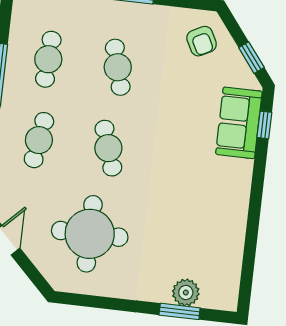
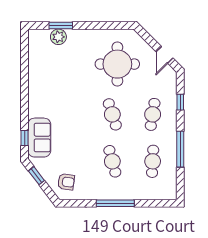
armchair: (202, 41) -> (66, 182), turned 125

